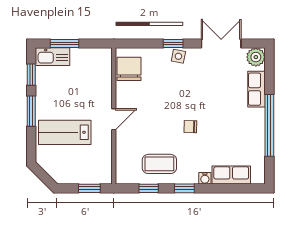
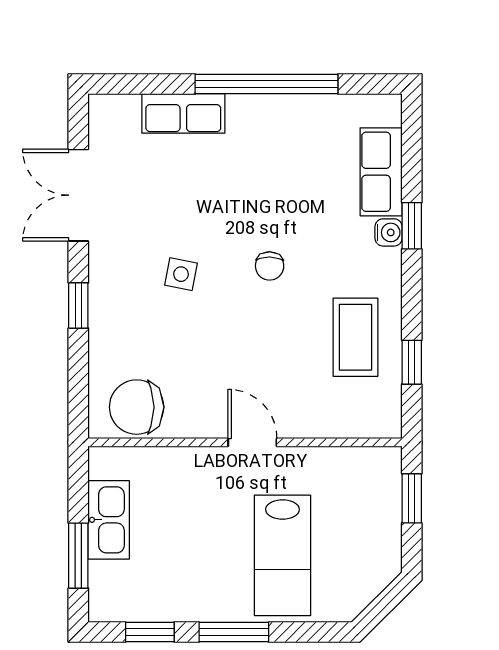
side table: (178, 56) -> (181, 274), moved
kitchen sink: (53, 57) -> (109, 520), moved
plant: (256, 57) -> (109, 115), removed
window: (184, 188) -> (412, 226), moved

